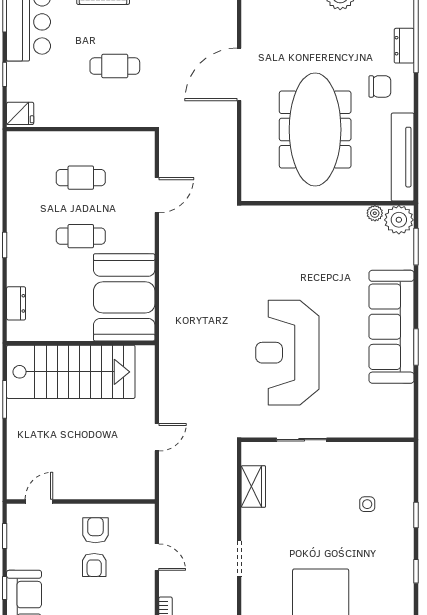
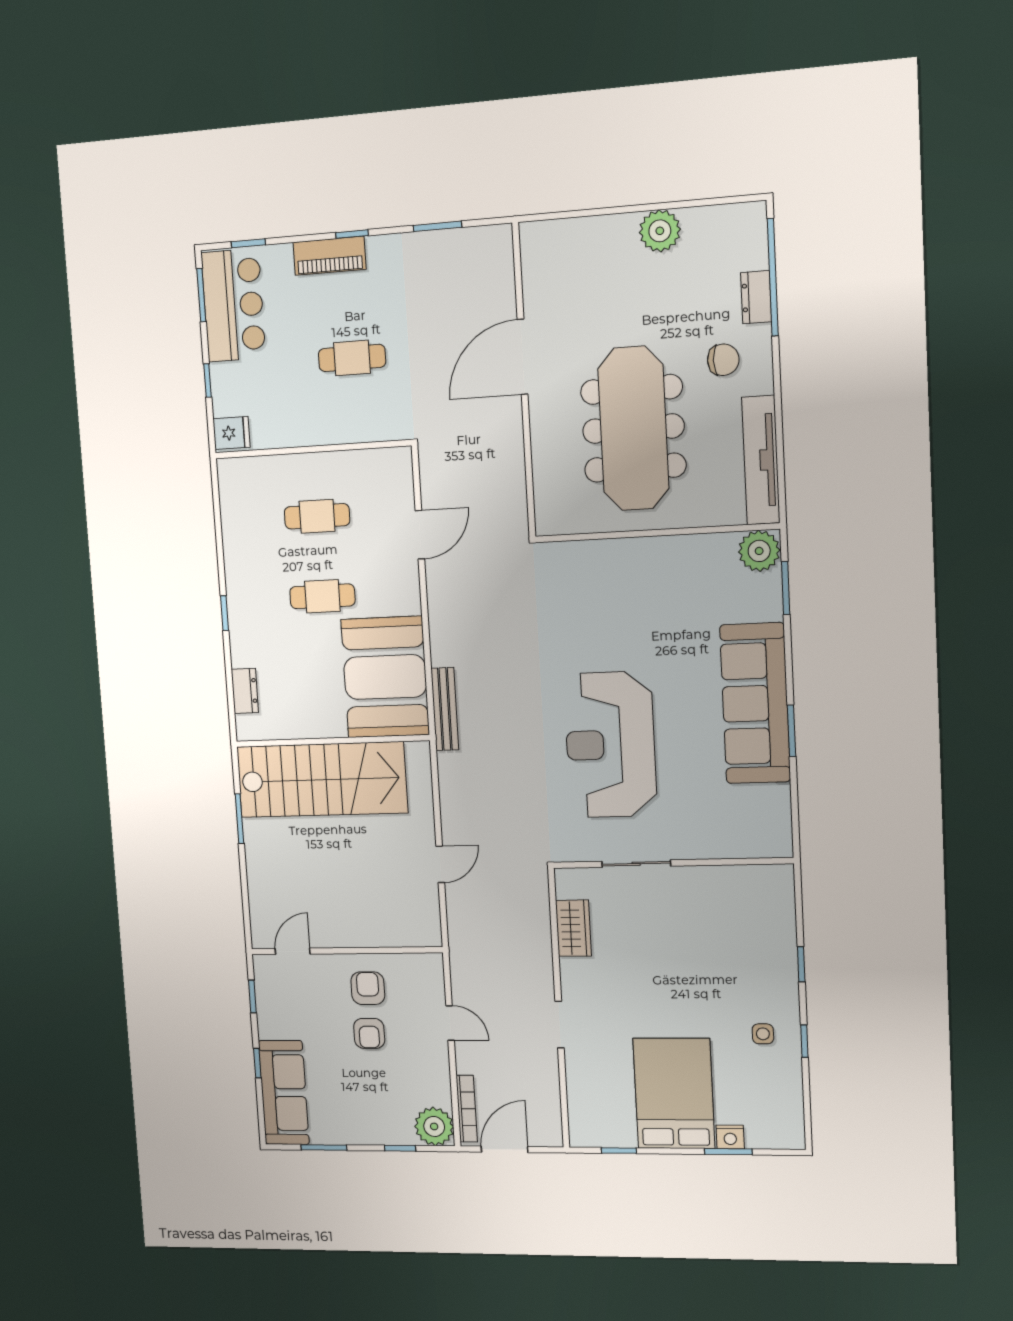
plant: (375, 213) -> (724, 543), removed
bench: (167, 323) -> (445, 709), added
side table: (367, 504) -> (763, 1034), moved

